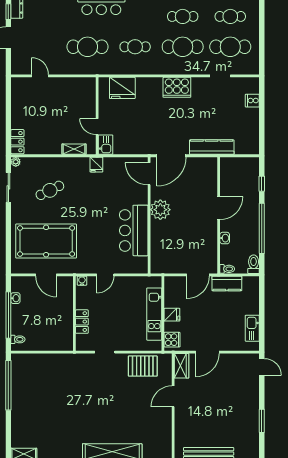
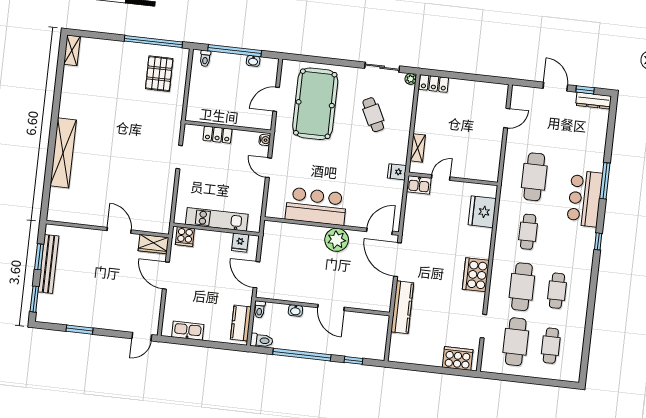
cooker: (252, 101) -> (458, 359), width x1.87, depth x1.31
kitchen counter: (227, 284) -> (241, 323), moved
fridge: (172, 315) -> (240, 243), moved
pallet: (143, 366) -> (159, 74), moved

